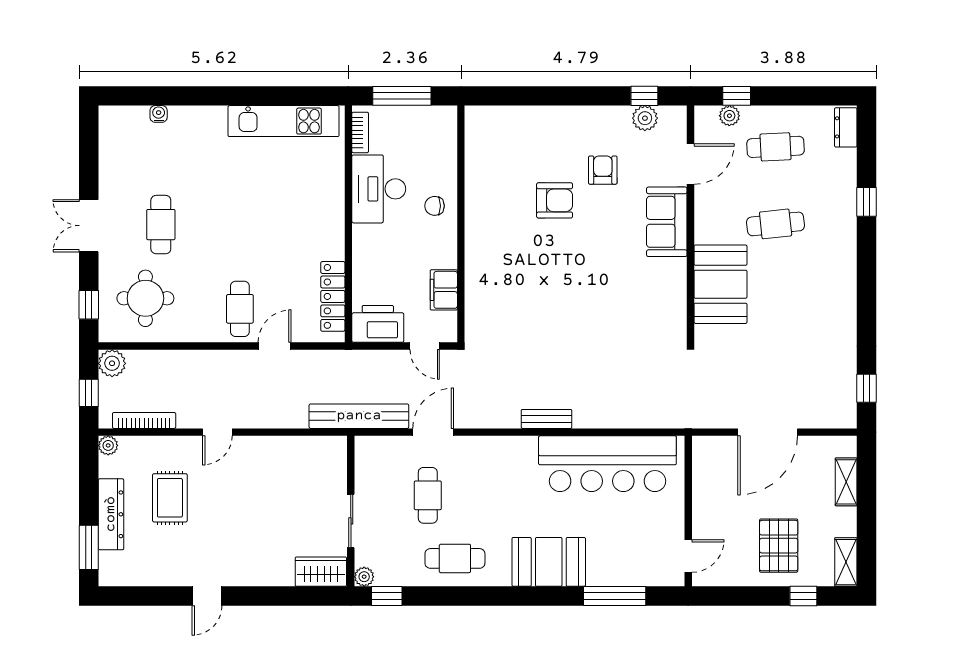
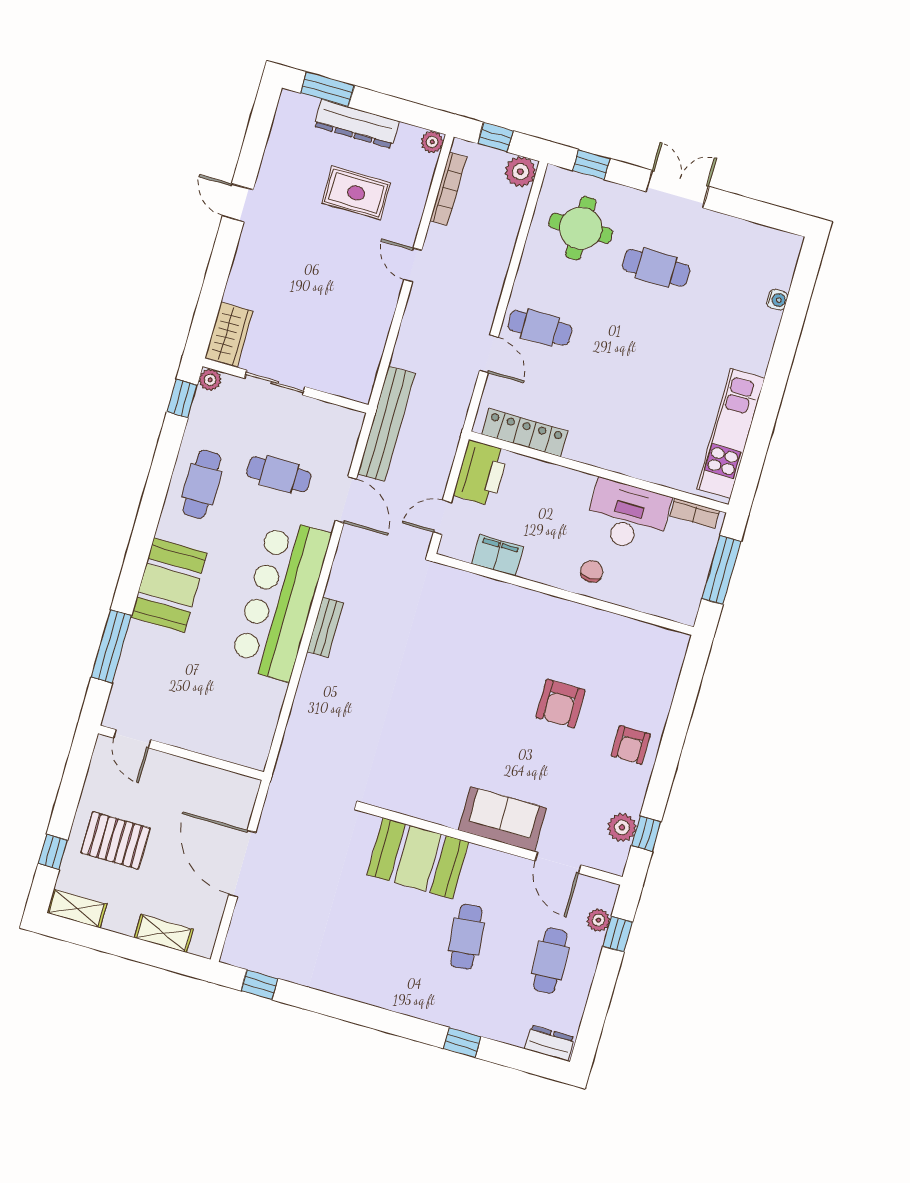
armchair: (603, 170) -> (631, 745), moved, turned 90
bar counter: (607, 464) -> (280, 599), moved

